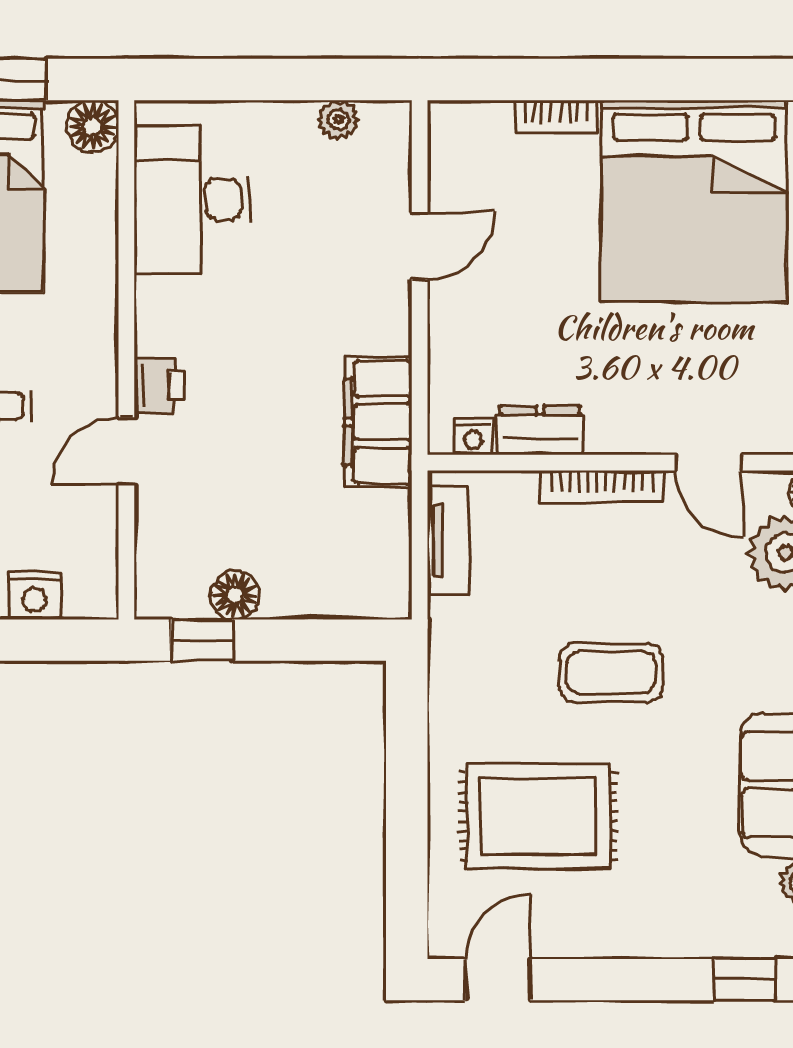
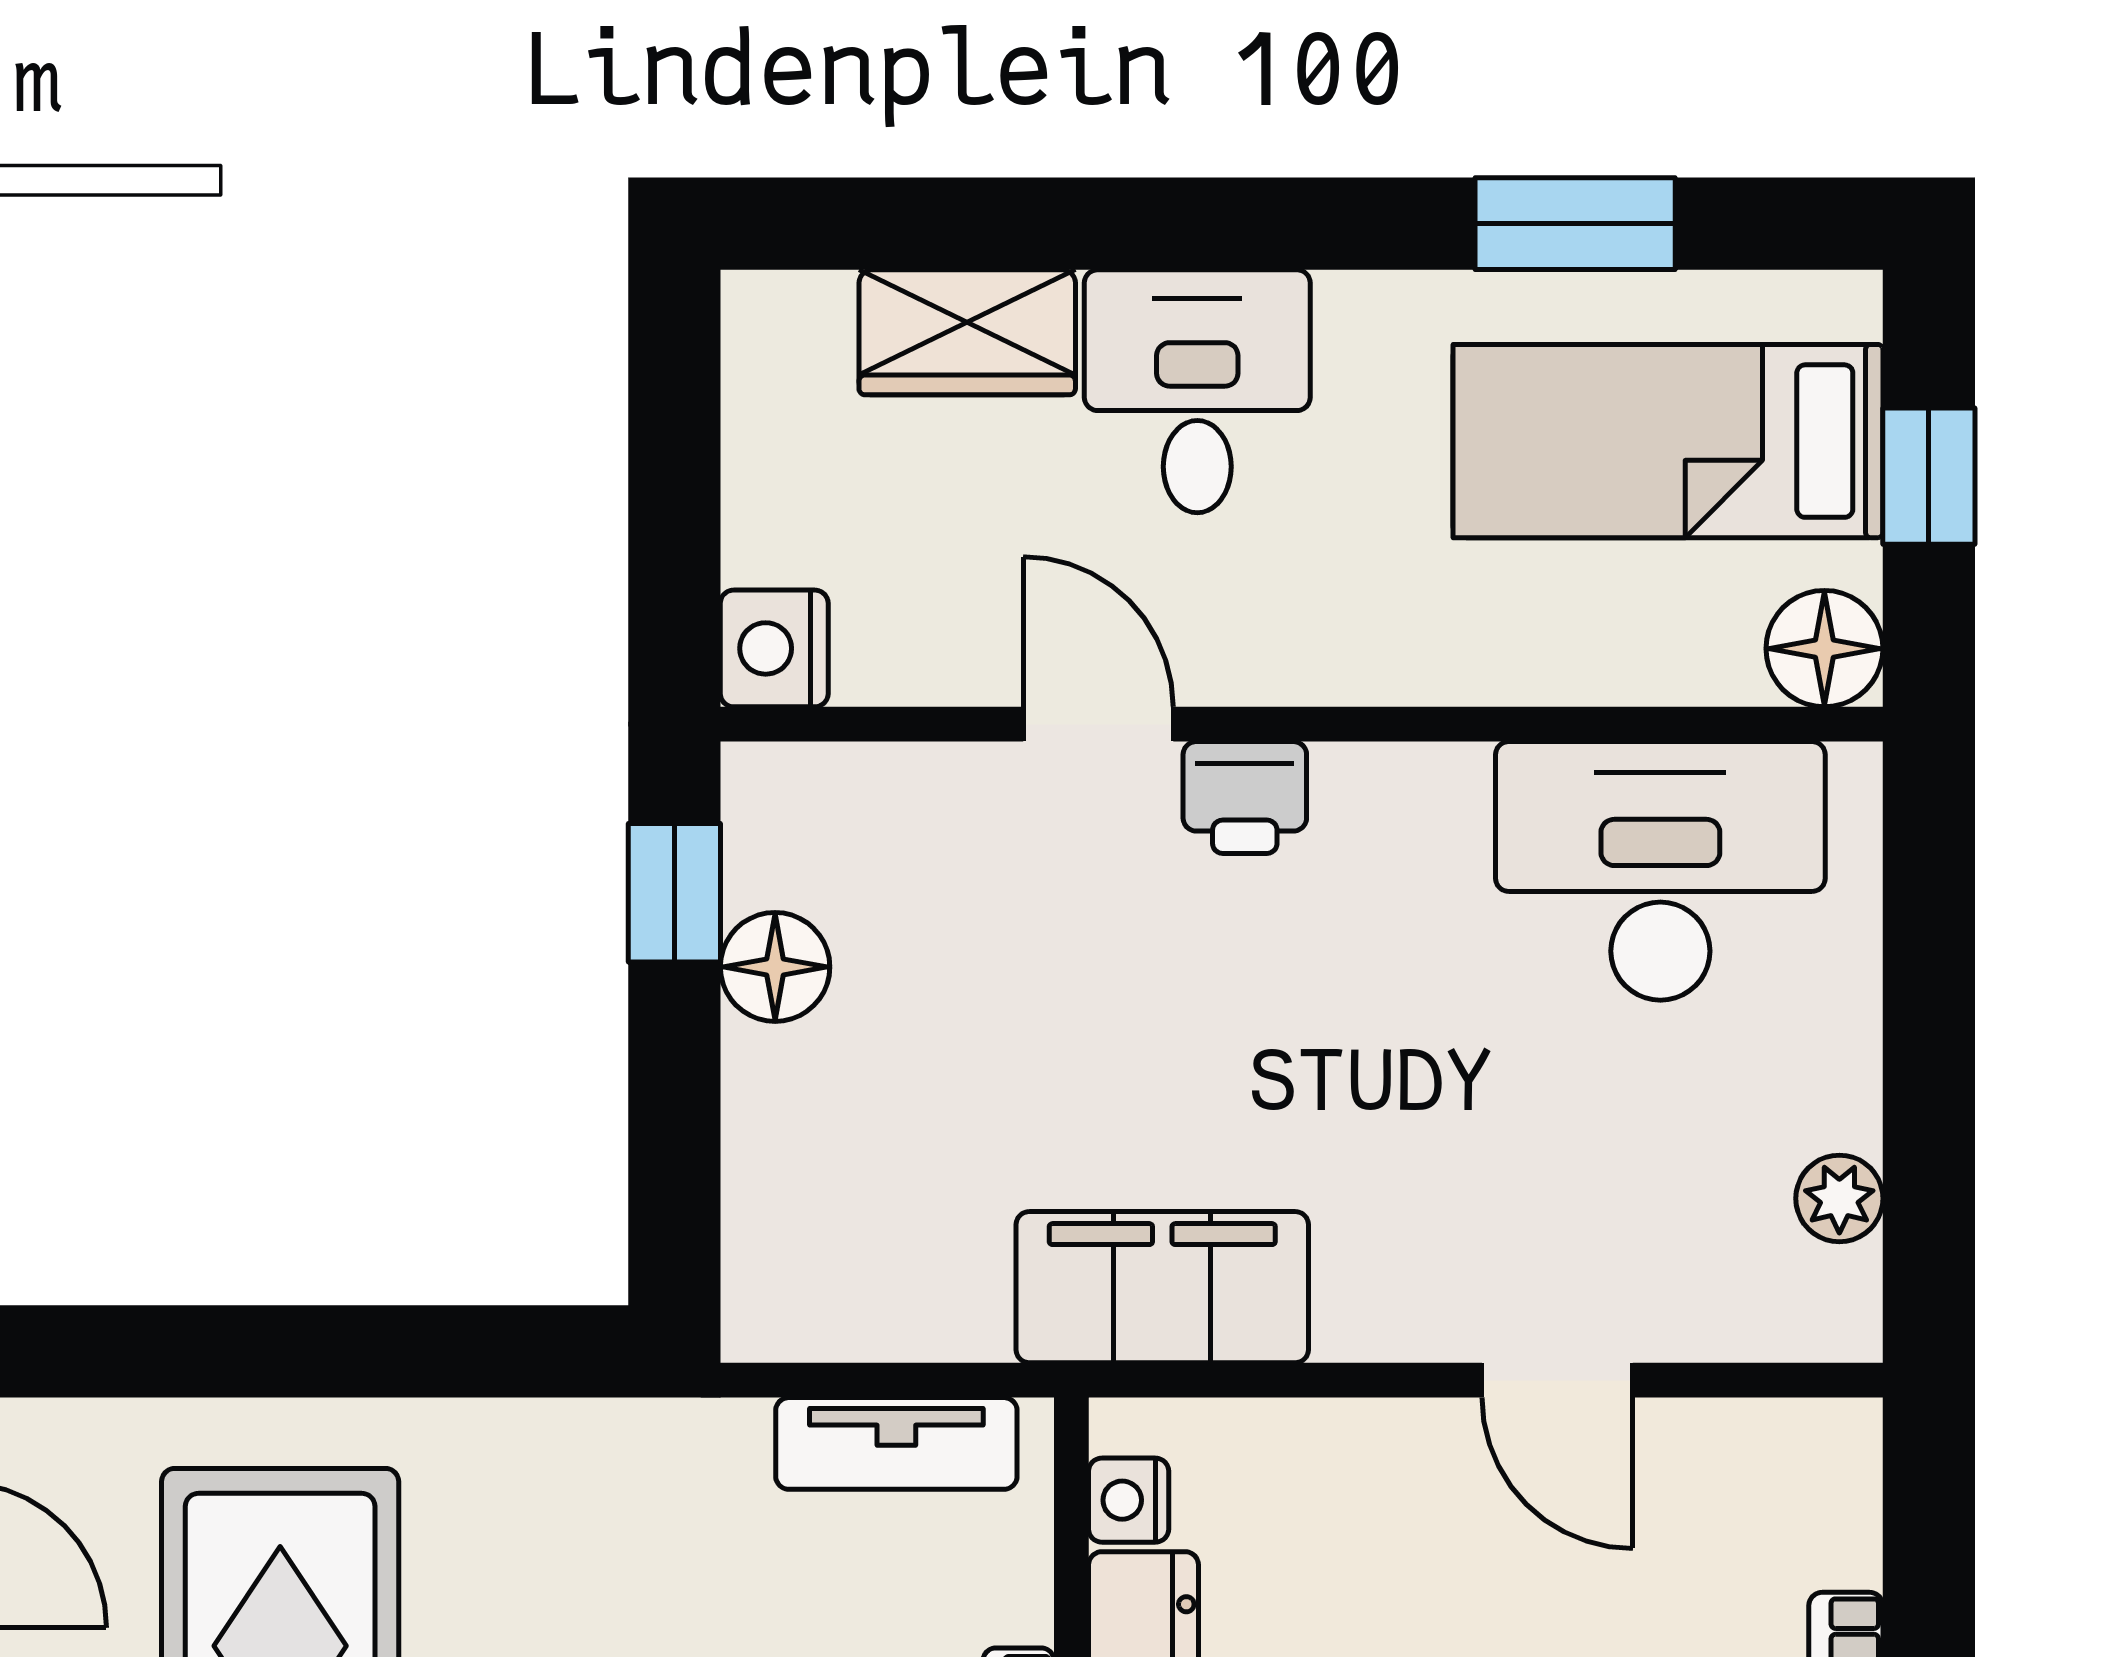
nightstand: (35, 596) -> (774, 648), moved

